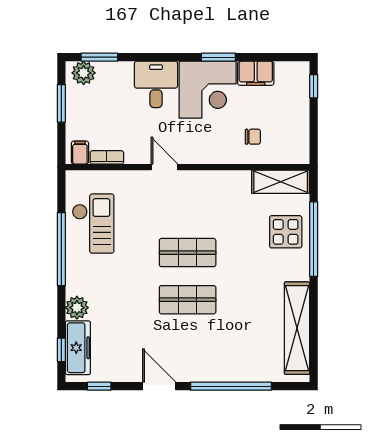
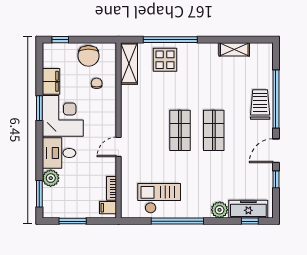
plant: (84, 73) -> (51, 178), moved
chair: (291, 125) -> (88, 56), added
shelving: (297, 328) -> (234, 49), width x0.45, depth x0.75
trolley: (223, 364) -> (260, 105), added
window: (99, 386) -> (276, 179), moved

